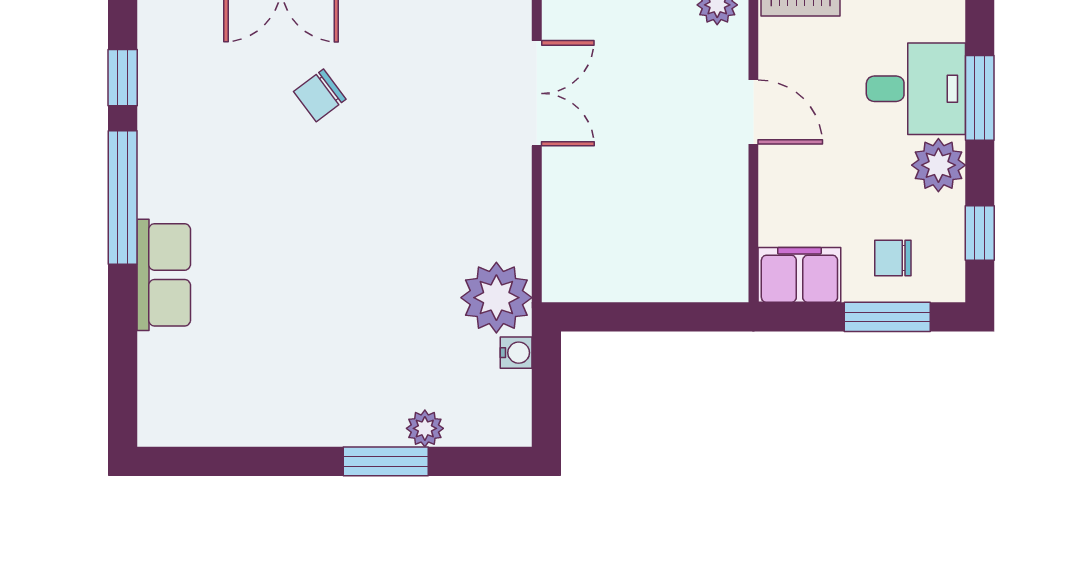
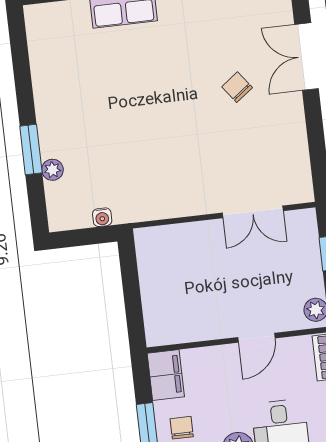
plant: (496, 298) -> (133, 202), removed

